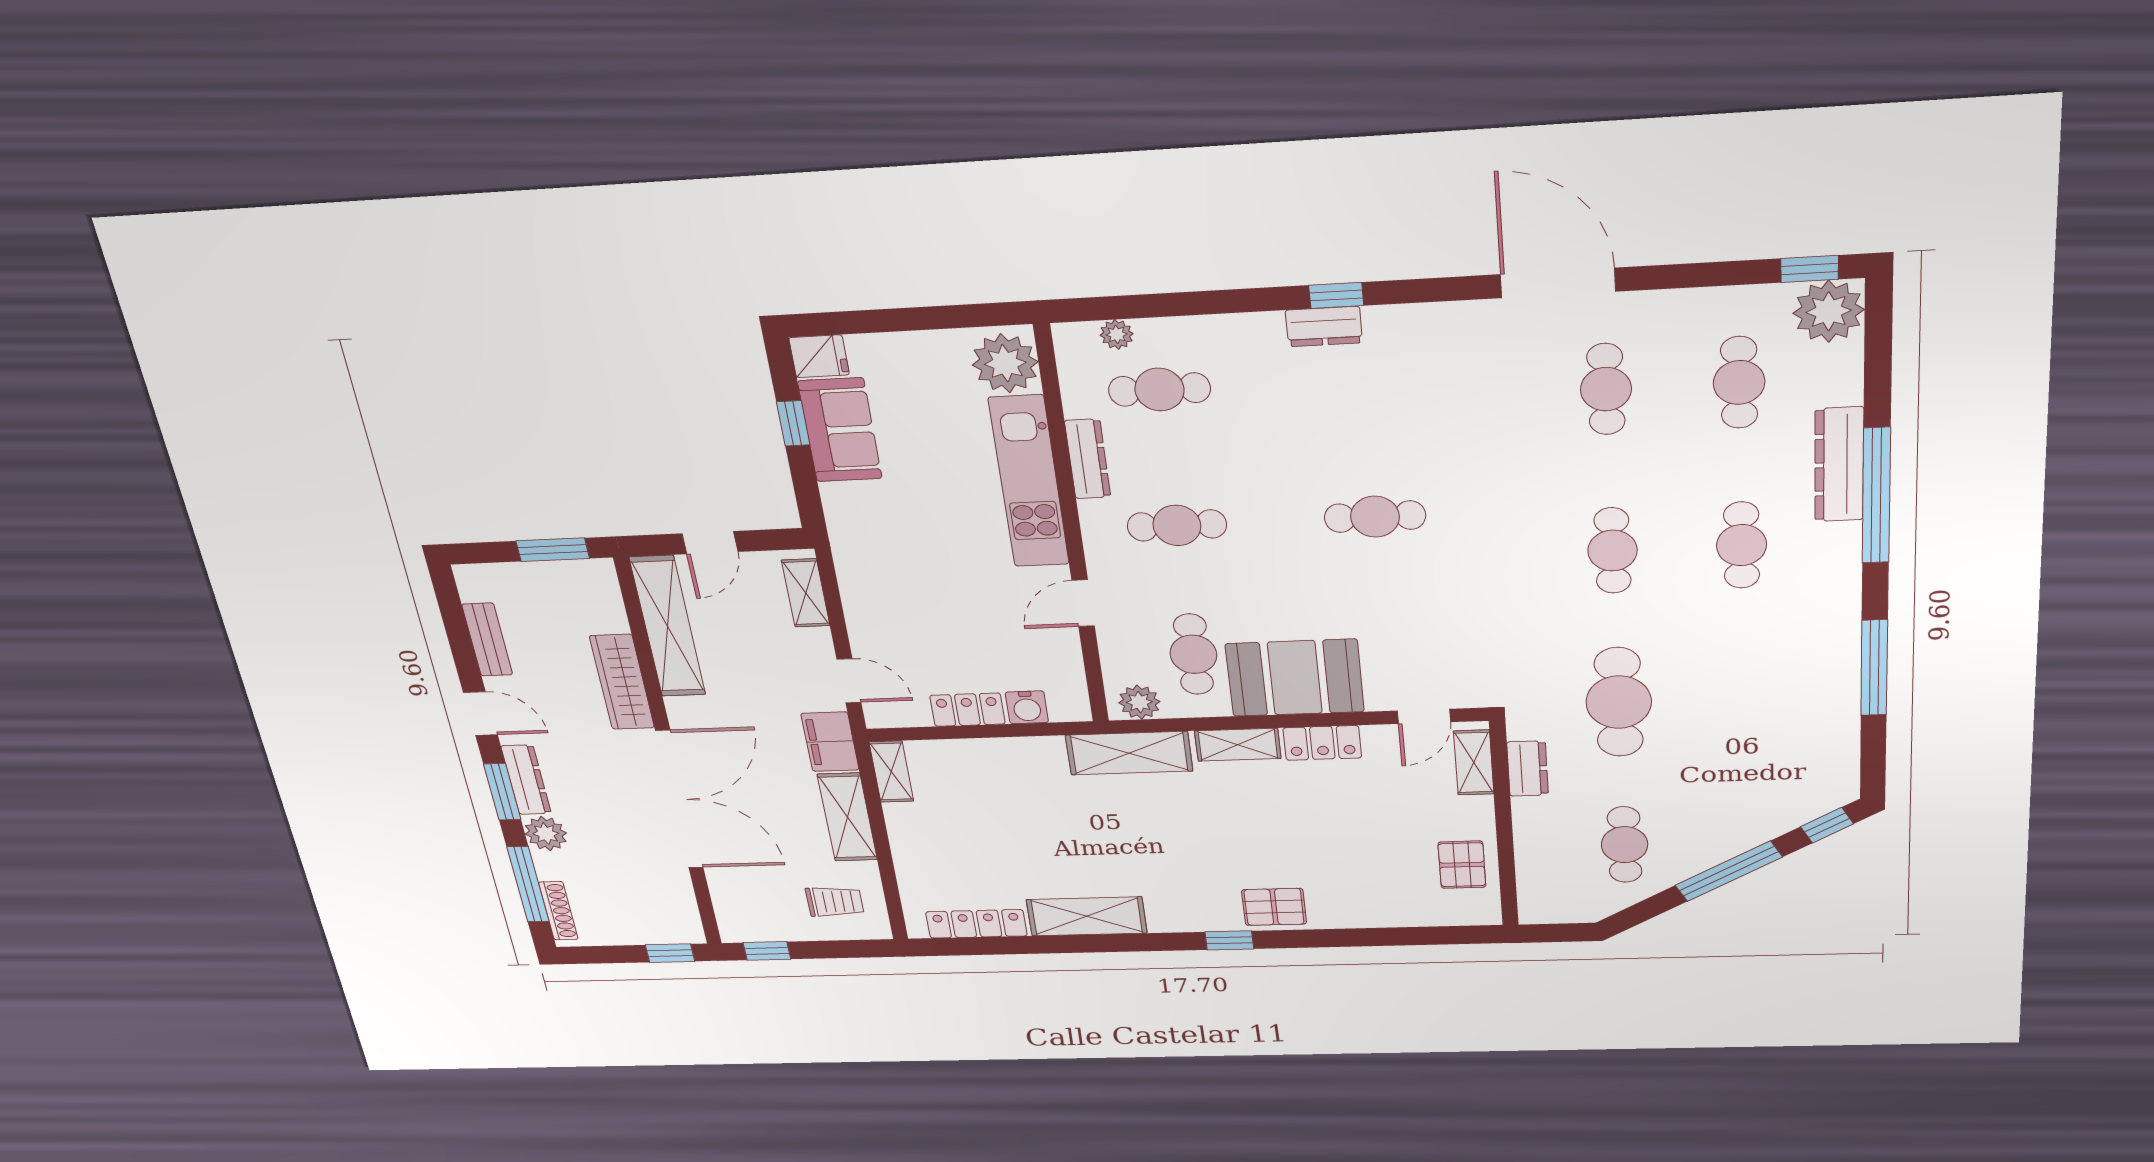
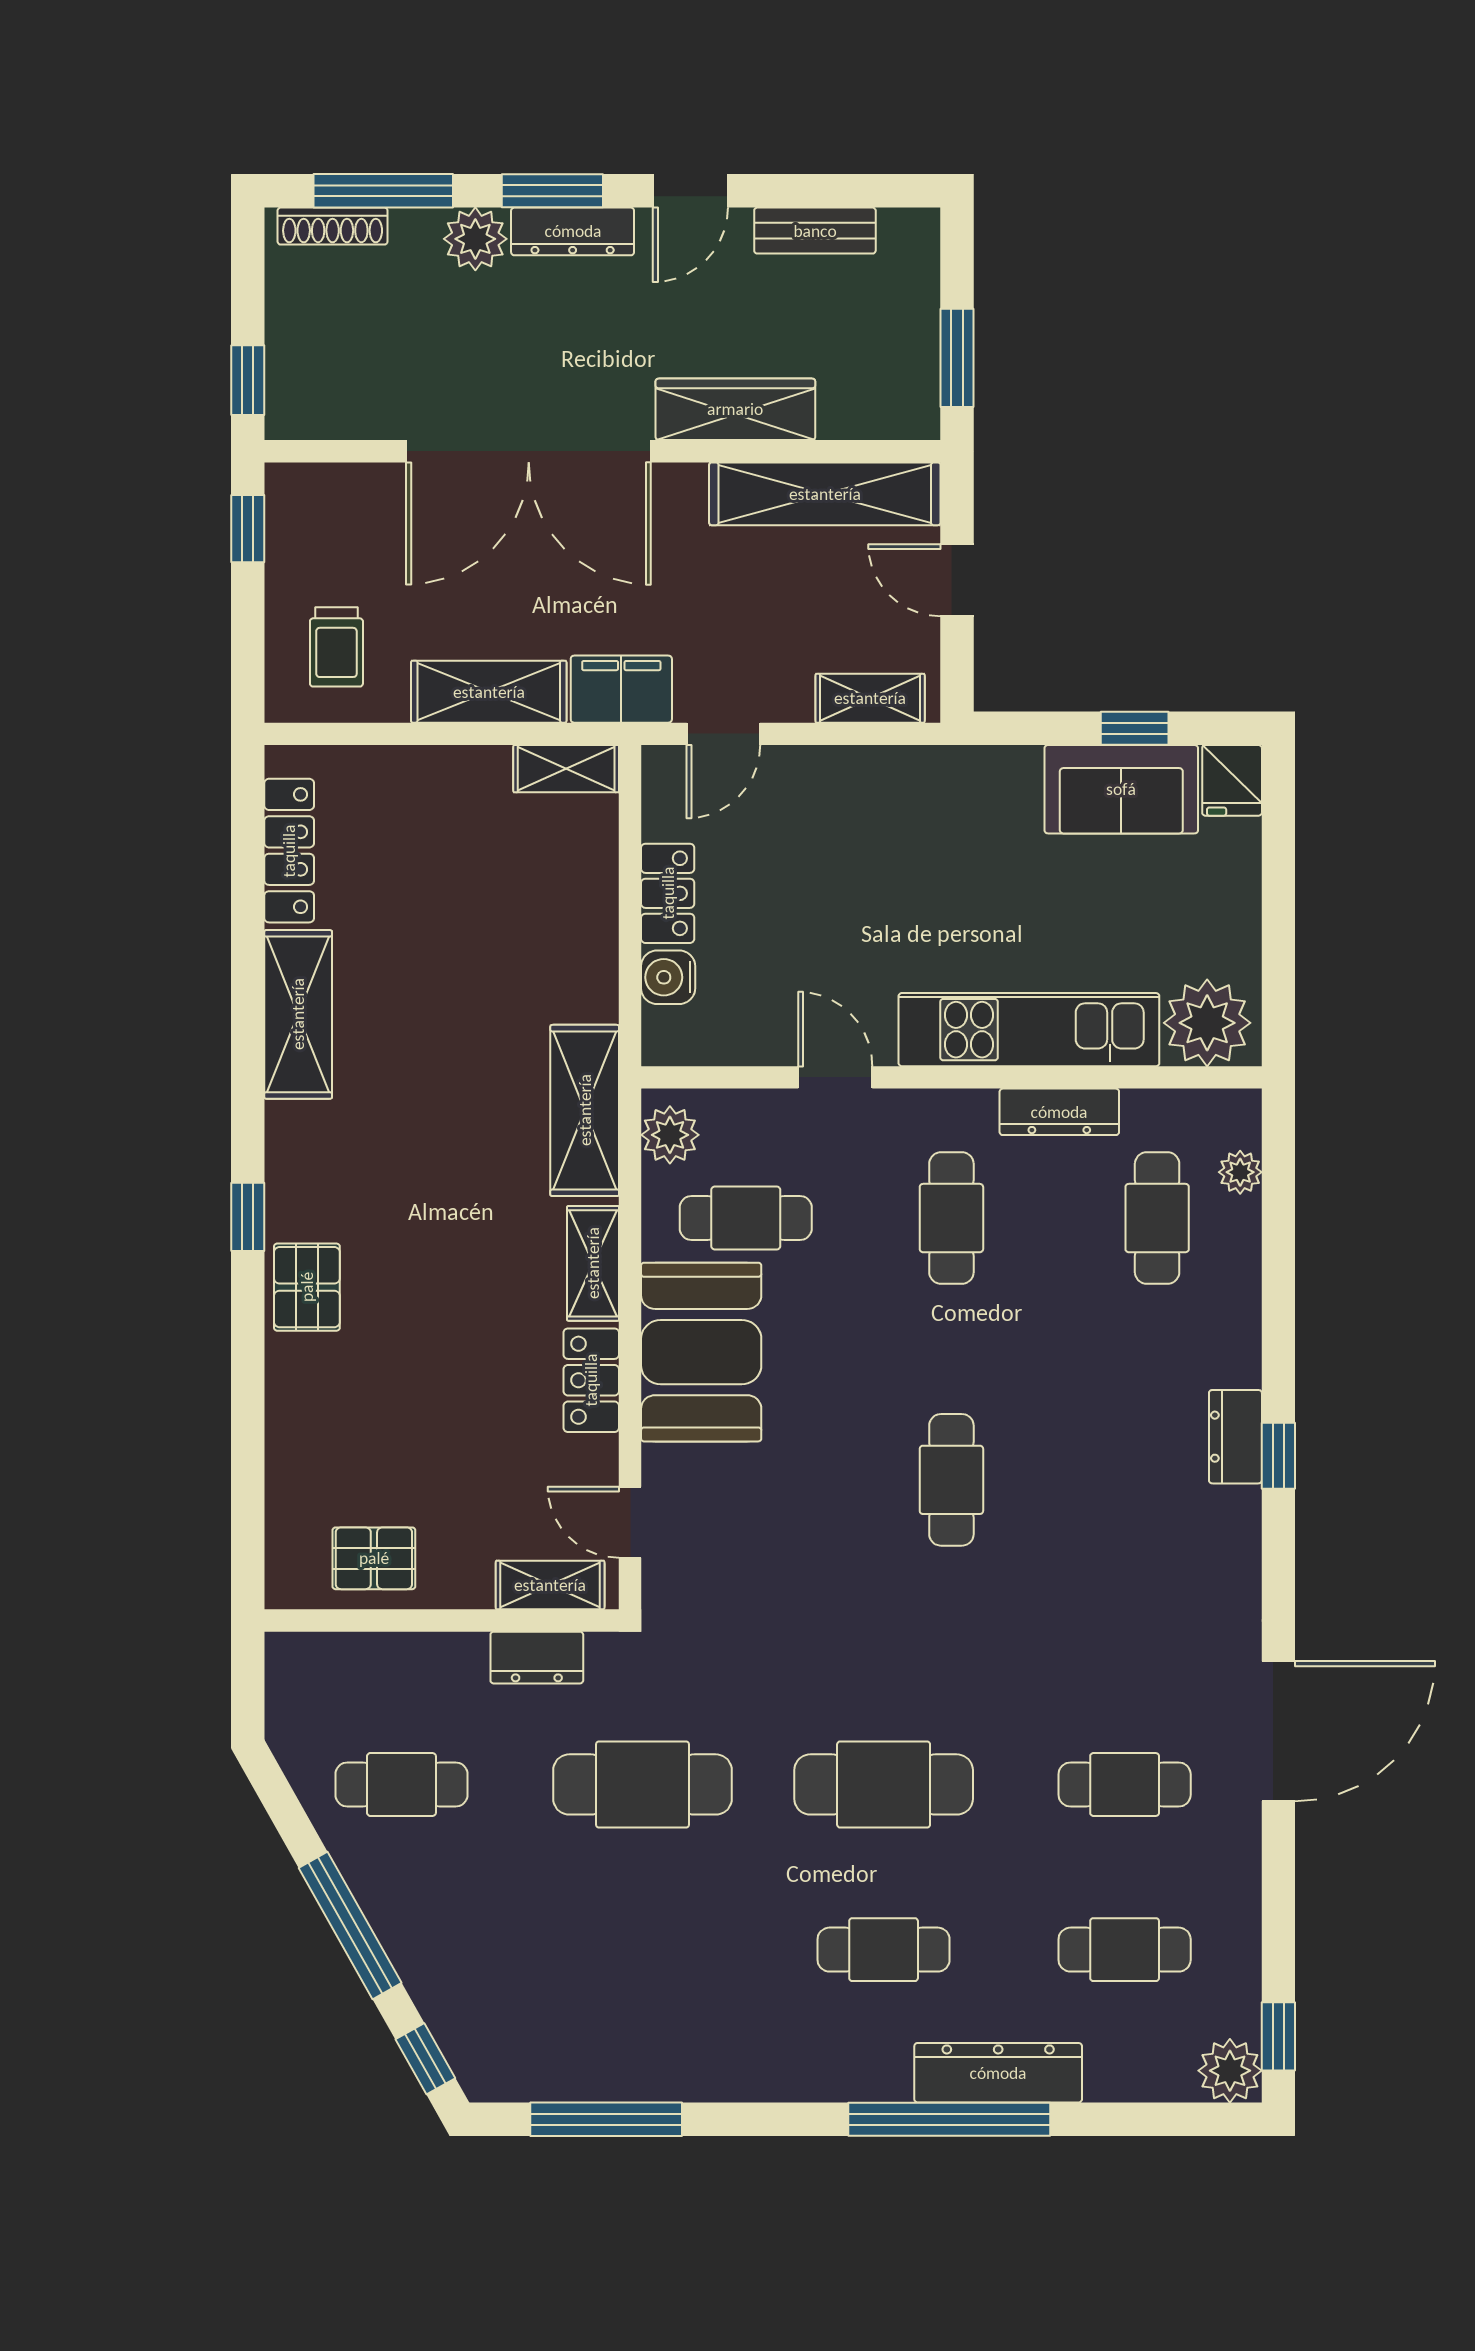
plant: (1829, 311) -> (1230, 2071), width x0.73, depth x0.73
cafe table: (1613, 551) -> (884, 1784), width x1.37, depth x1.35
window: (1874, 668) -> (606, 2119), moved

